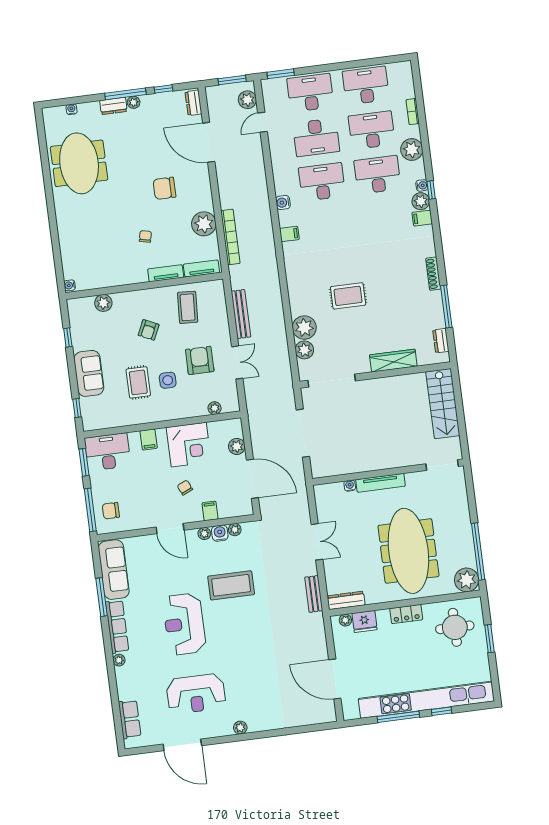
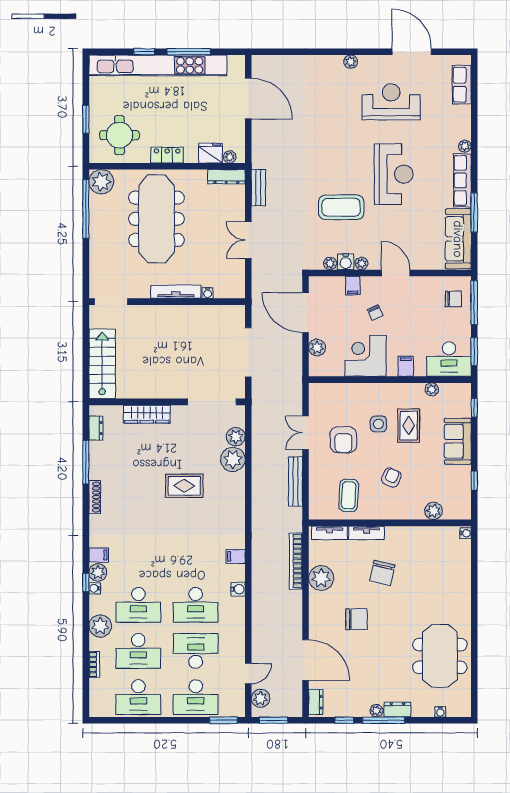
chair: (145, 236) -> (382, 573), width x1.87, depth x1.87
plant: (215, 408) -> (432, 389), moved

